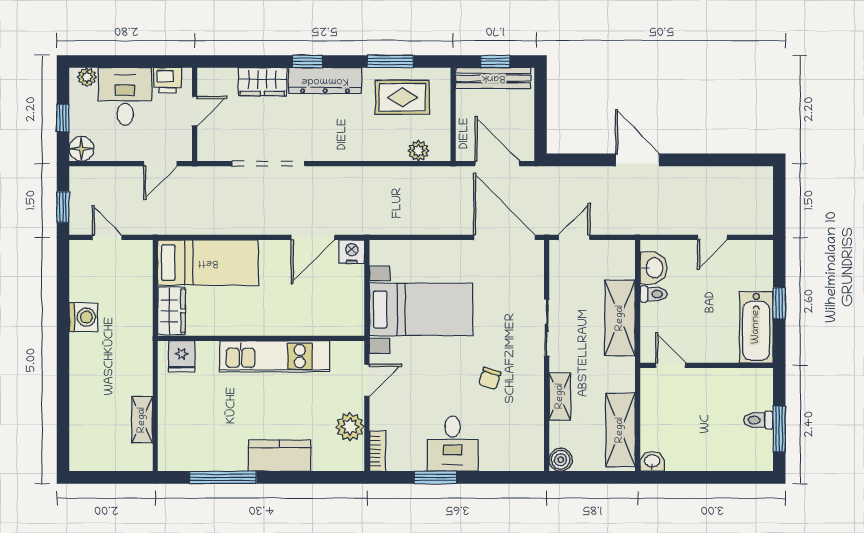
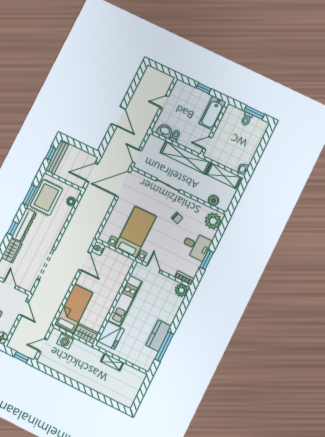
rug: (402, 97) -> (46, 197), width x1.36, depth x1.43
door: (638, 160) -> (118, 116), swing flipped
door: (712, 237) -> (164, 102), swing flipped
washing machine: (83, 317) -> (65, 341), moved, turned 180
shelving: (620, 318) -> (185, 157), width x1.47
bathtub: (756, 327) -> (213, 113), moved, turned 90
fridge: (182, 356) -> (111, 335), width x1.88, depth x1.34
shelving: (560, 396) -> (198, 193), removed
shelving: (142, 420) -> (112, 362), moved
plant: (350, 427) -> (181, 290), moved
plant: (519, 453) -> (213, 221), added
kitchen counter: (280, 456) -> (158, 336), moved
boiler: (561, 460) -> (214, 200), moved

